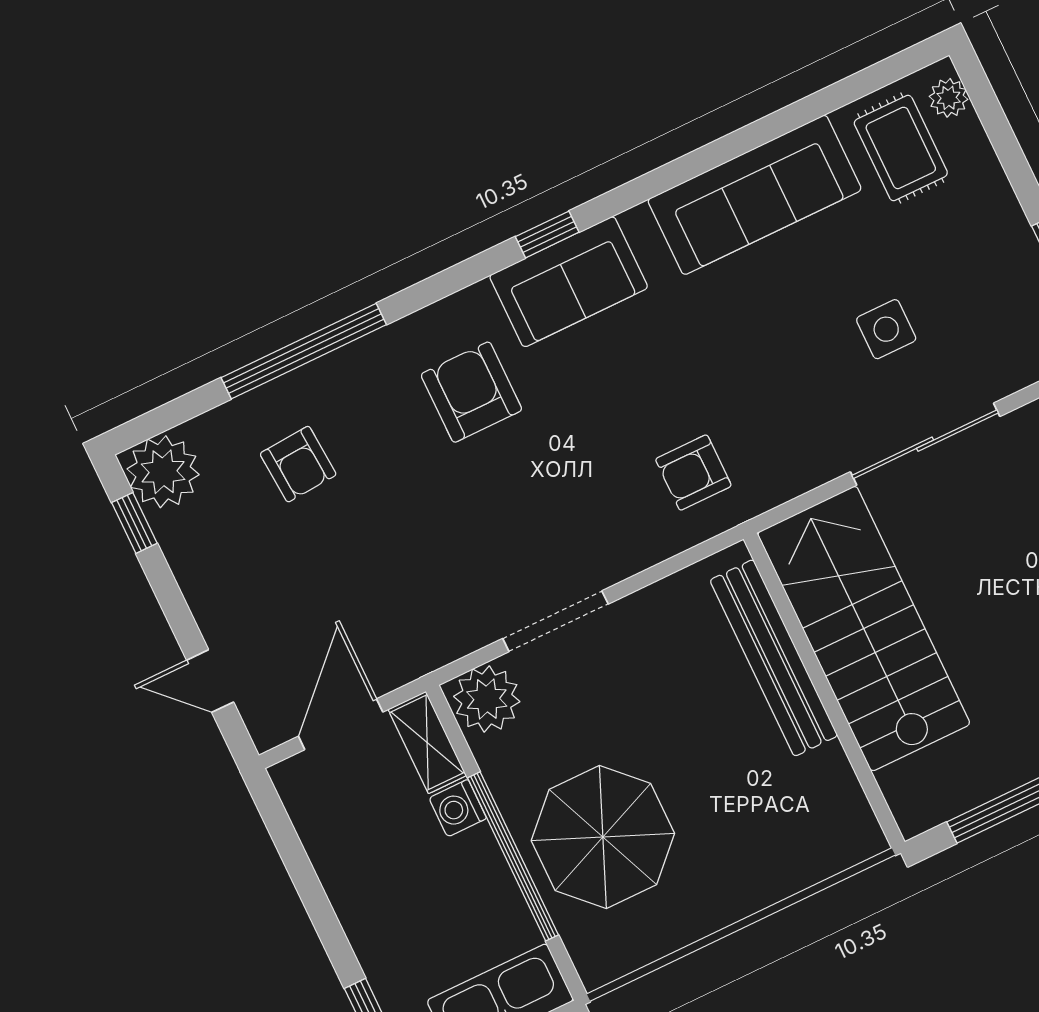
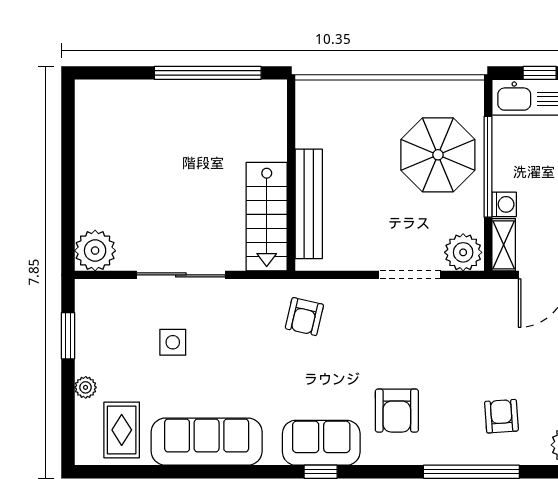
plant: (949, 98) -> (86, 387), moved
armchair: (693, 473) -> (304, 317), turned 103
stairs: (864, 629) -> (267, 217), width x0.73, depth x0.66

